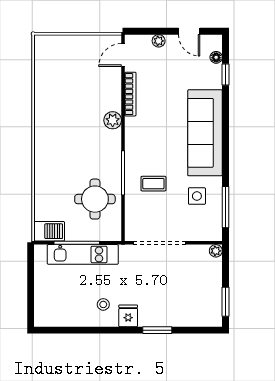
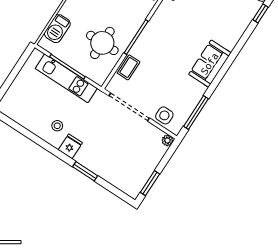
sofa: (205, 133) -> (210, 64), width x0.54, depth x0.79
coffee table: (153, 184) -> (129, 67), moved, turned 90
side table: (197, 196) -> (164, 115), moved
barbecue: (49, 231) -> (57, 29), moved, turned 90

